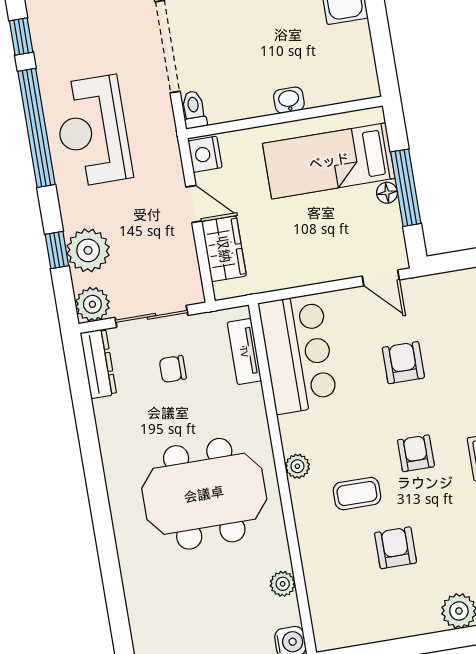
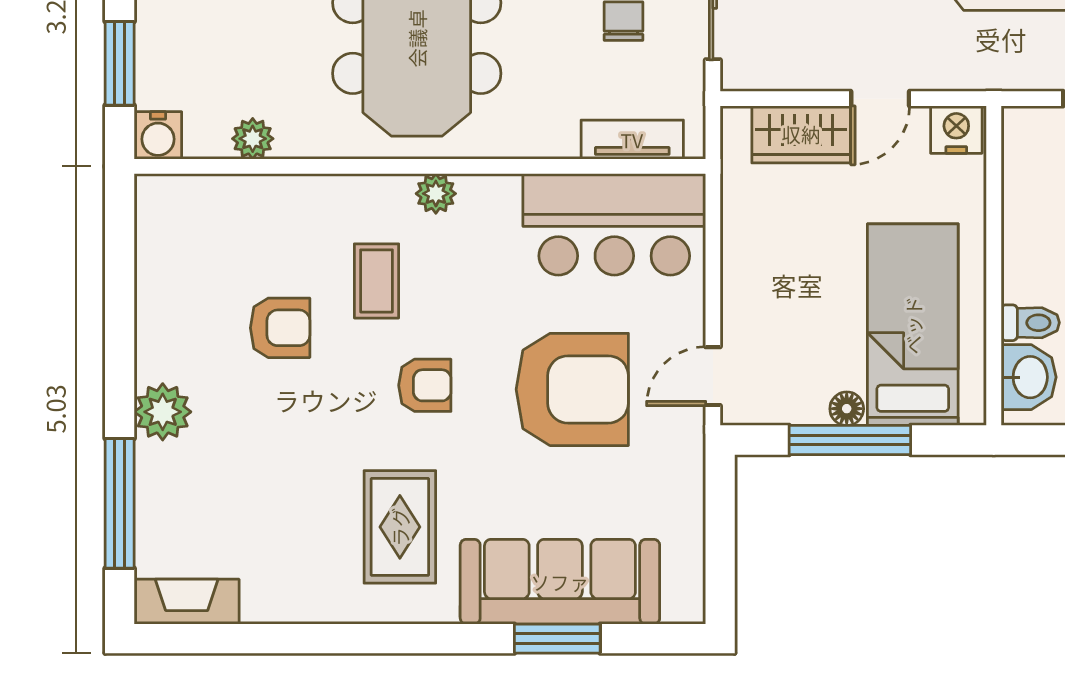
washbasin: (289, 100) -> (1029, 377), moved, width x1.38, depth x1.45
toilet: (194, 110) -> (1030, 323), moved
armchair: (403, 363) -> (572, 389), width x1.88, depth x1.88

